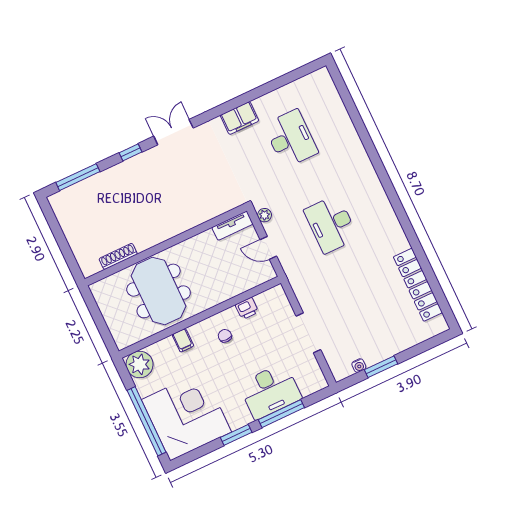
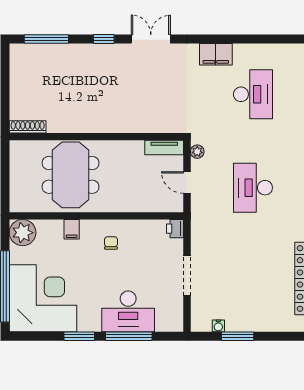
shoe rack: (118, 256) -> (28, 127), moved
printer: (247, 308) -> (175, 229), moved, turned 90

